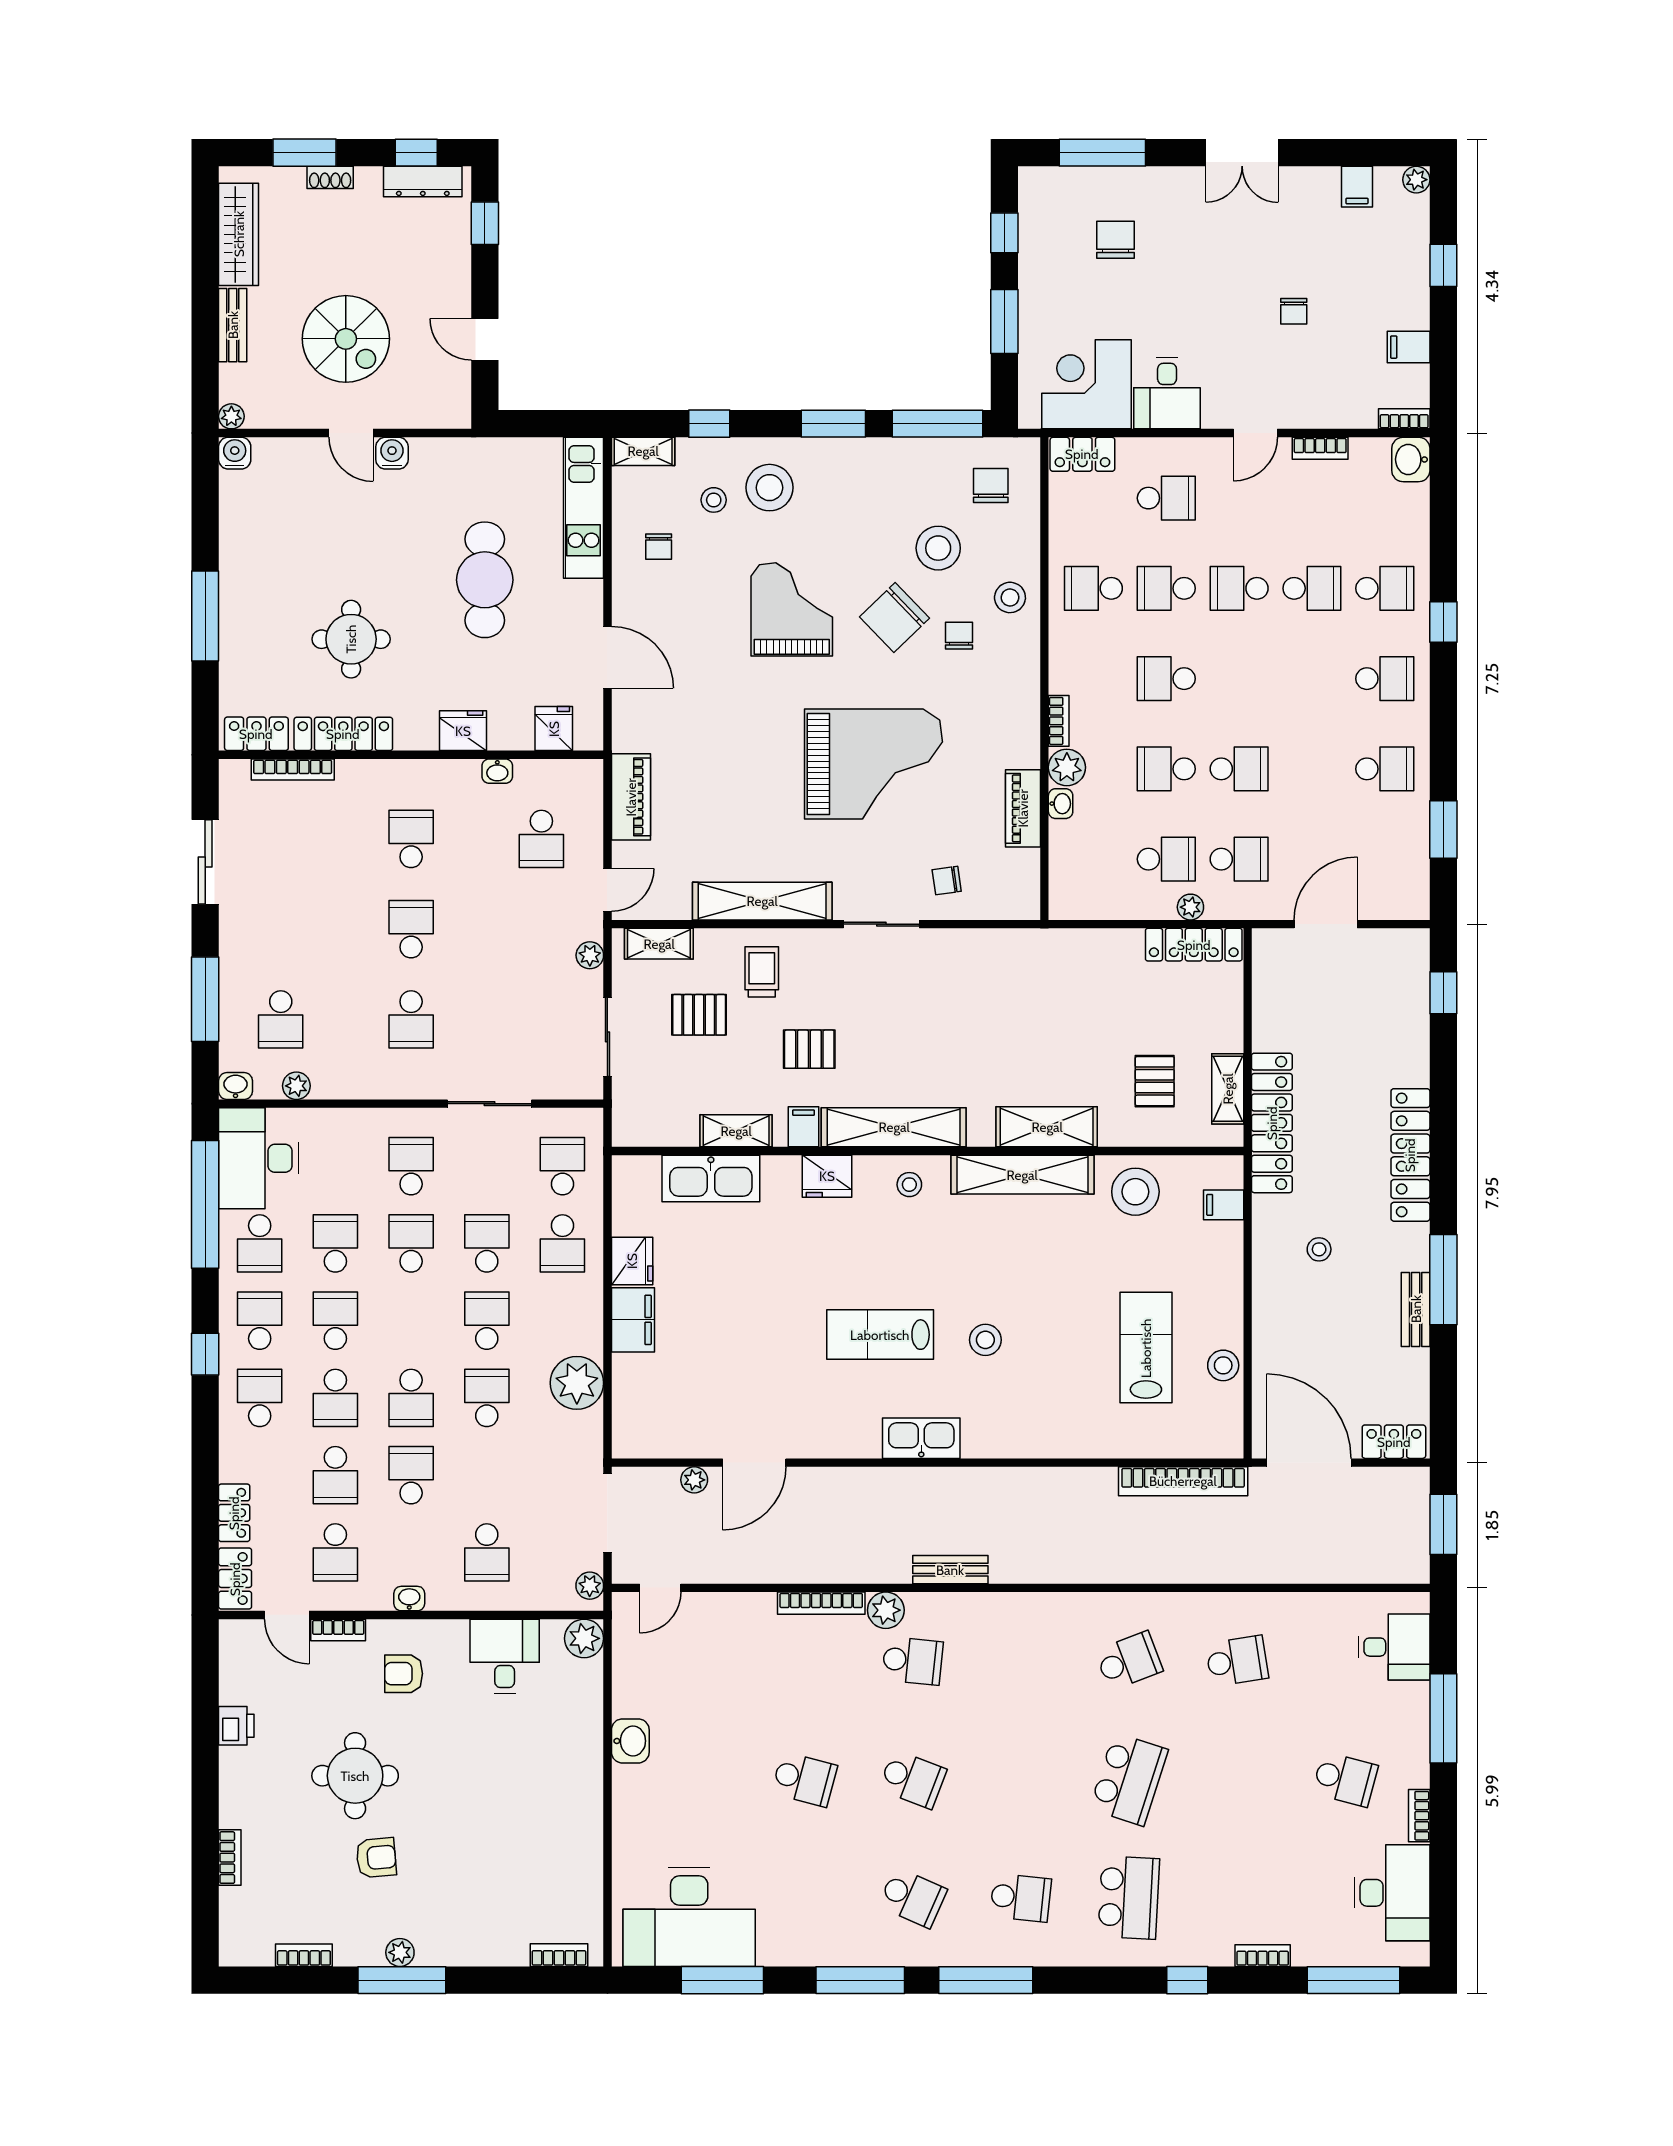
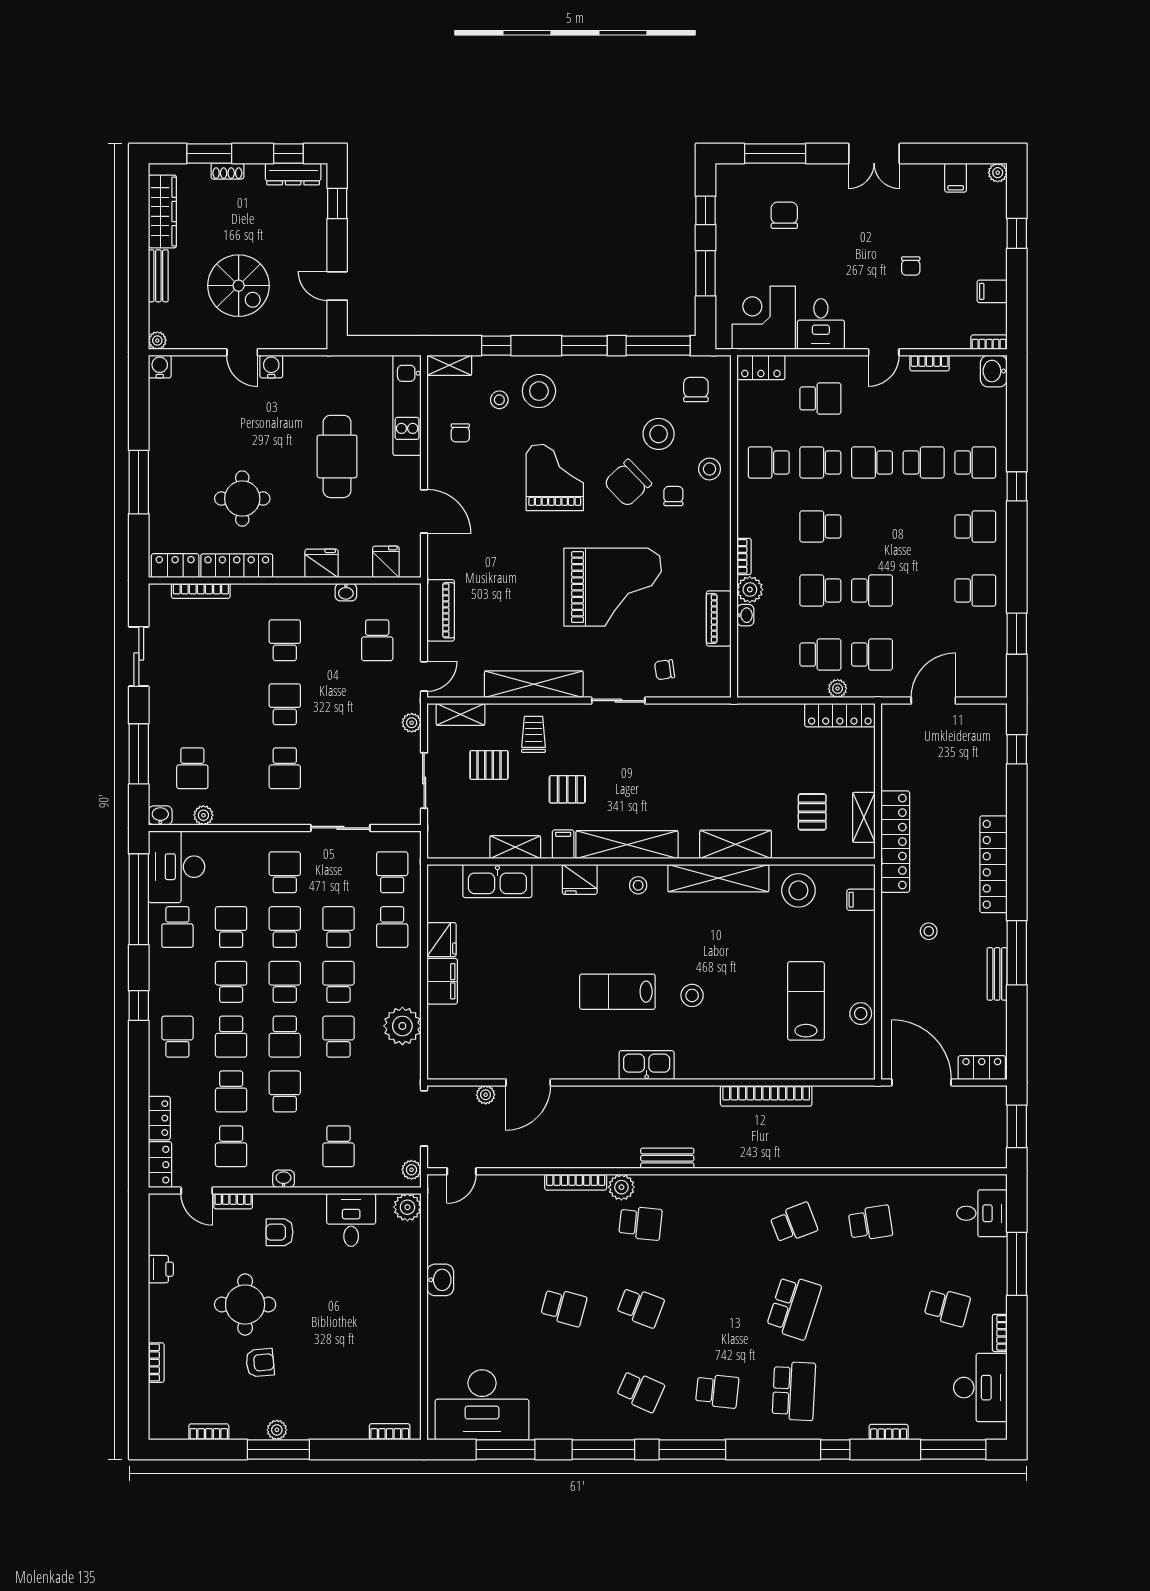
school desk: (260, 1321) -> (285, 982), moved
bookcase: (1183, 1481) -> (766, 1096), moved

